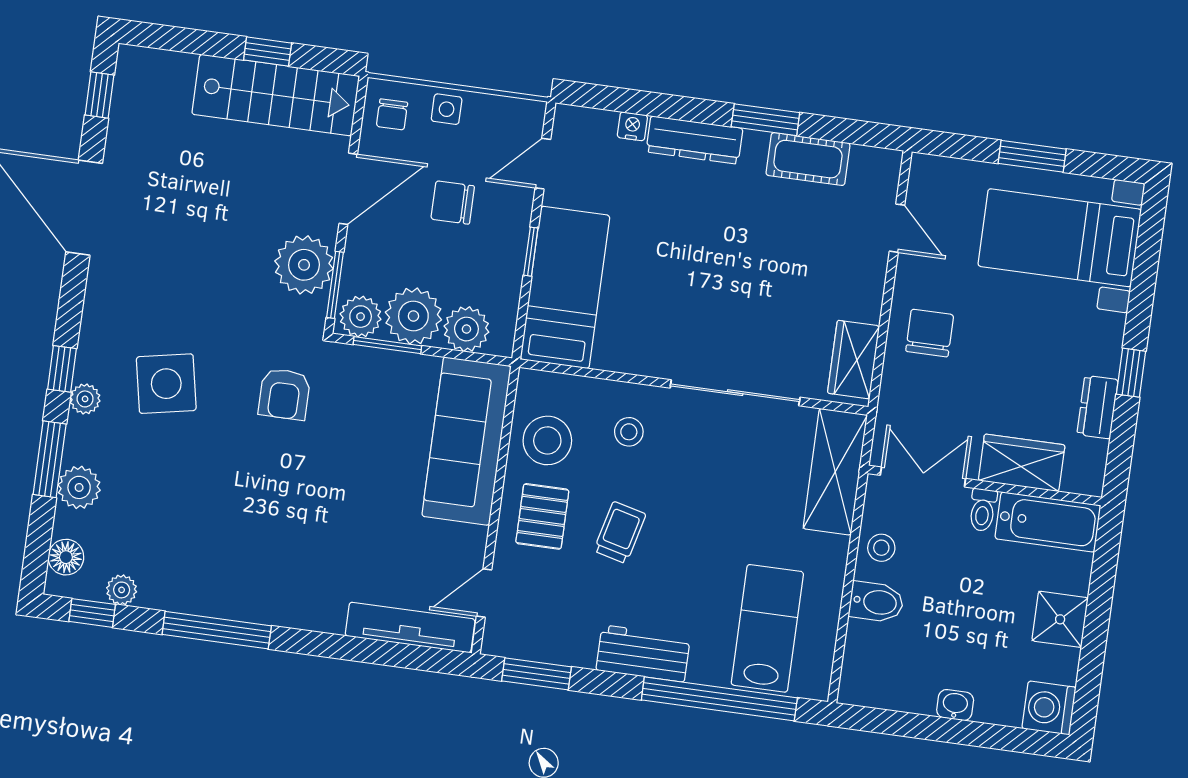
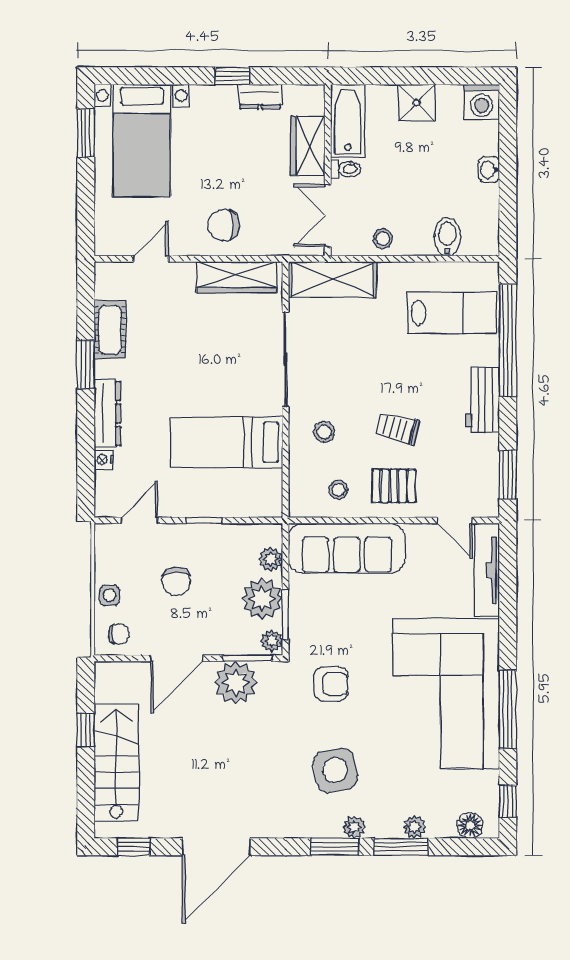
stairs: (276, 95) -> (116, 762), moved
window: (1032, 156) -> (86, 133), moved
door: (543, 164) -> (139, 520), swing flipped
door: (348, 189) -> (177, 658), swing flipped
bed: (565, 287) -> (226, 442), moved
plant: (361, 317) -> (272, 641), width x0.73, depth x0.73
plant: (466, 329) -> (271, 559), width x0.73, depth x0.73
wardrobe: (854, 360) -> (236, 277), width x1.50
window: (62, 369) -> (335, 847), width x1.50
stool: (547, 440) -> (338, 490), width x0.53, depth x0.53
plant: (79, 487) -> (414, 827), width x0.73, depth x0.73
corner sofa: (250, 549) -> (446, 694), added
plant: (122, 590) -> (488, 782), removed
bidet: (876, 602) -> (447, 237), moved
lab bench: (767, 628) -> (452, 313), turned 180

